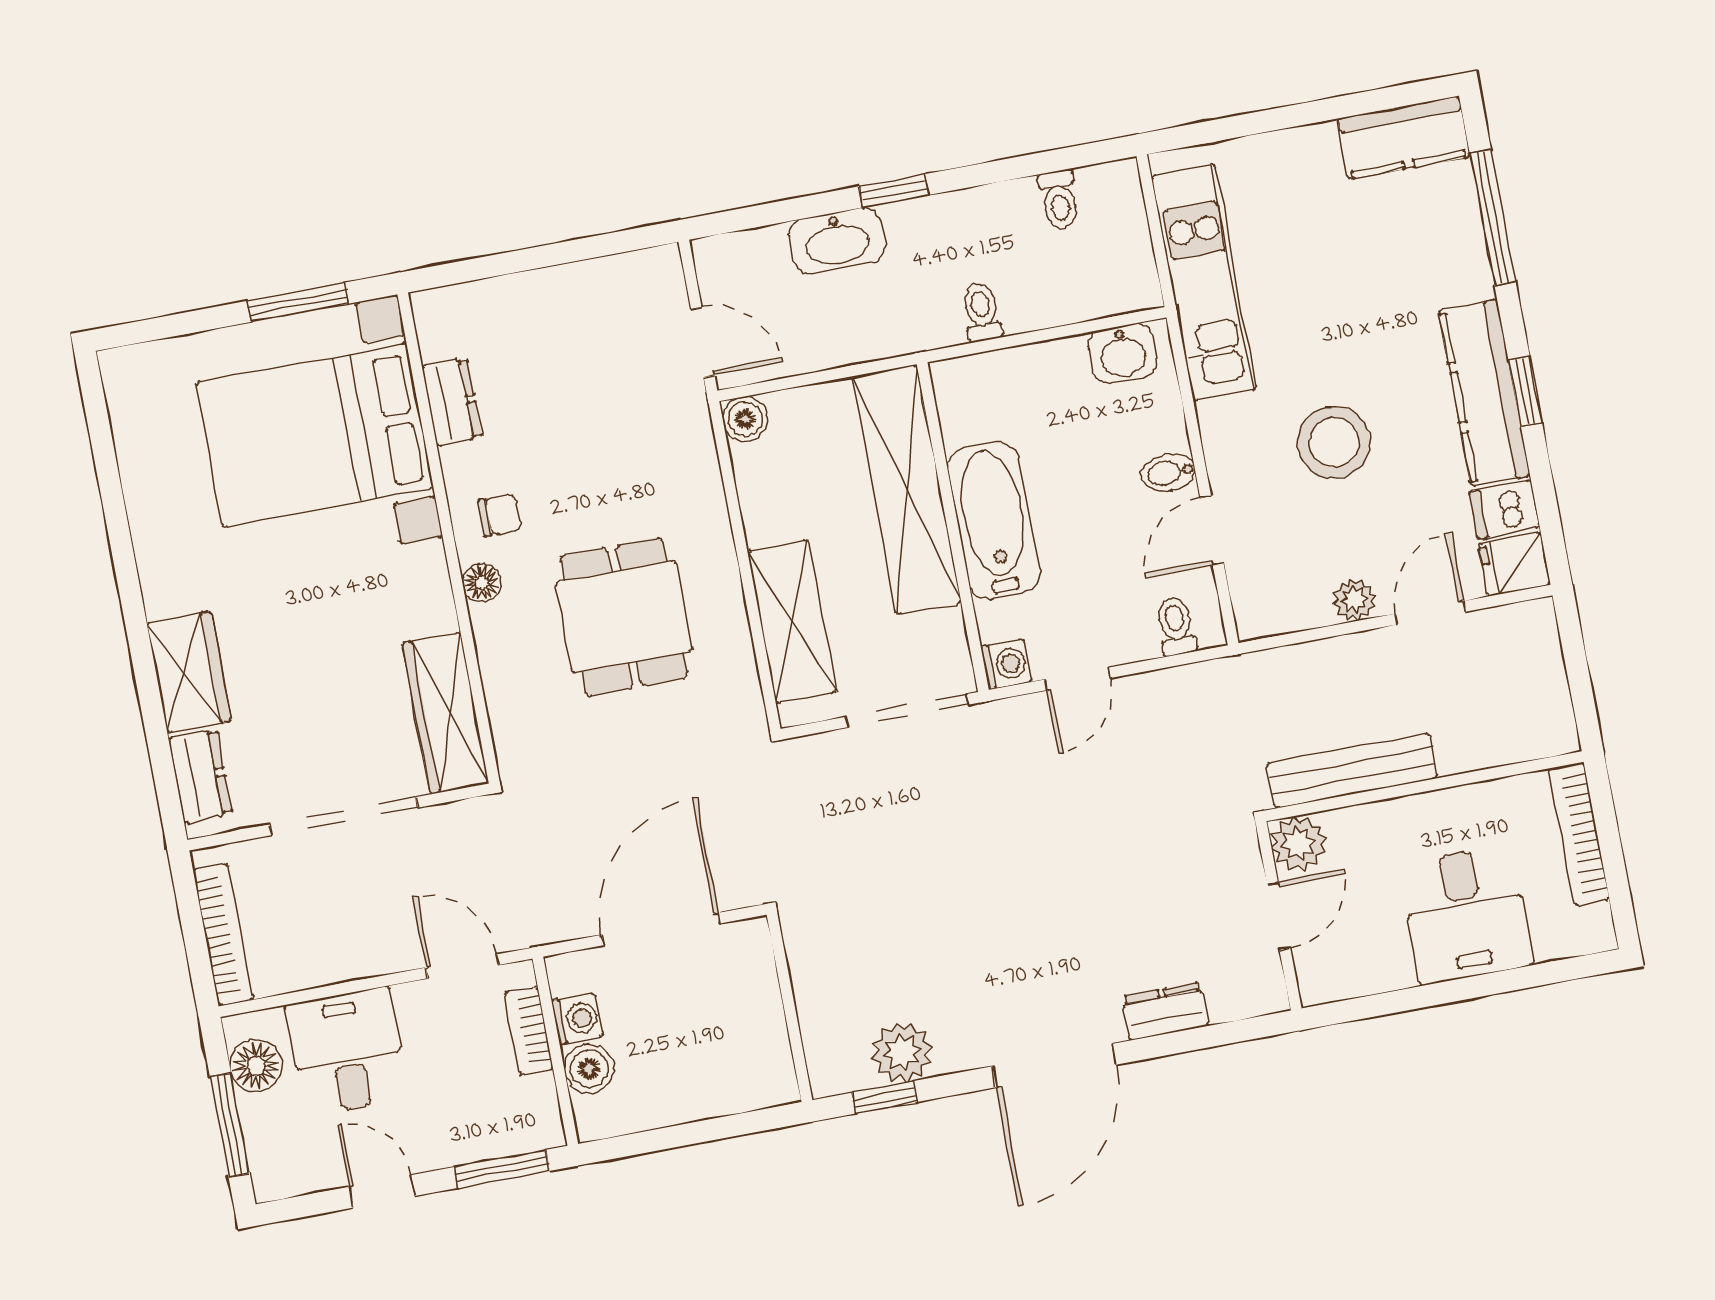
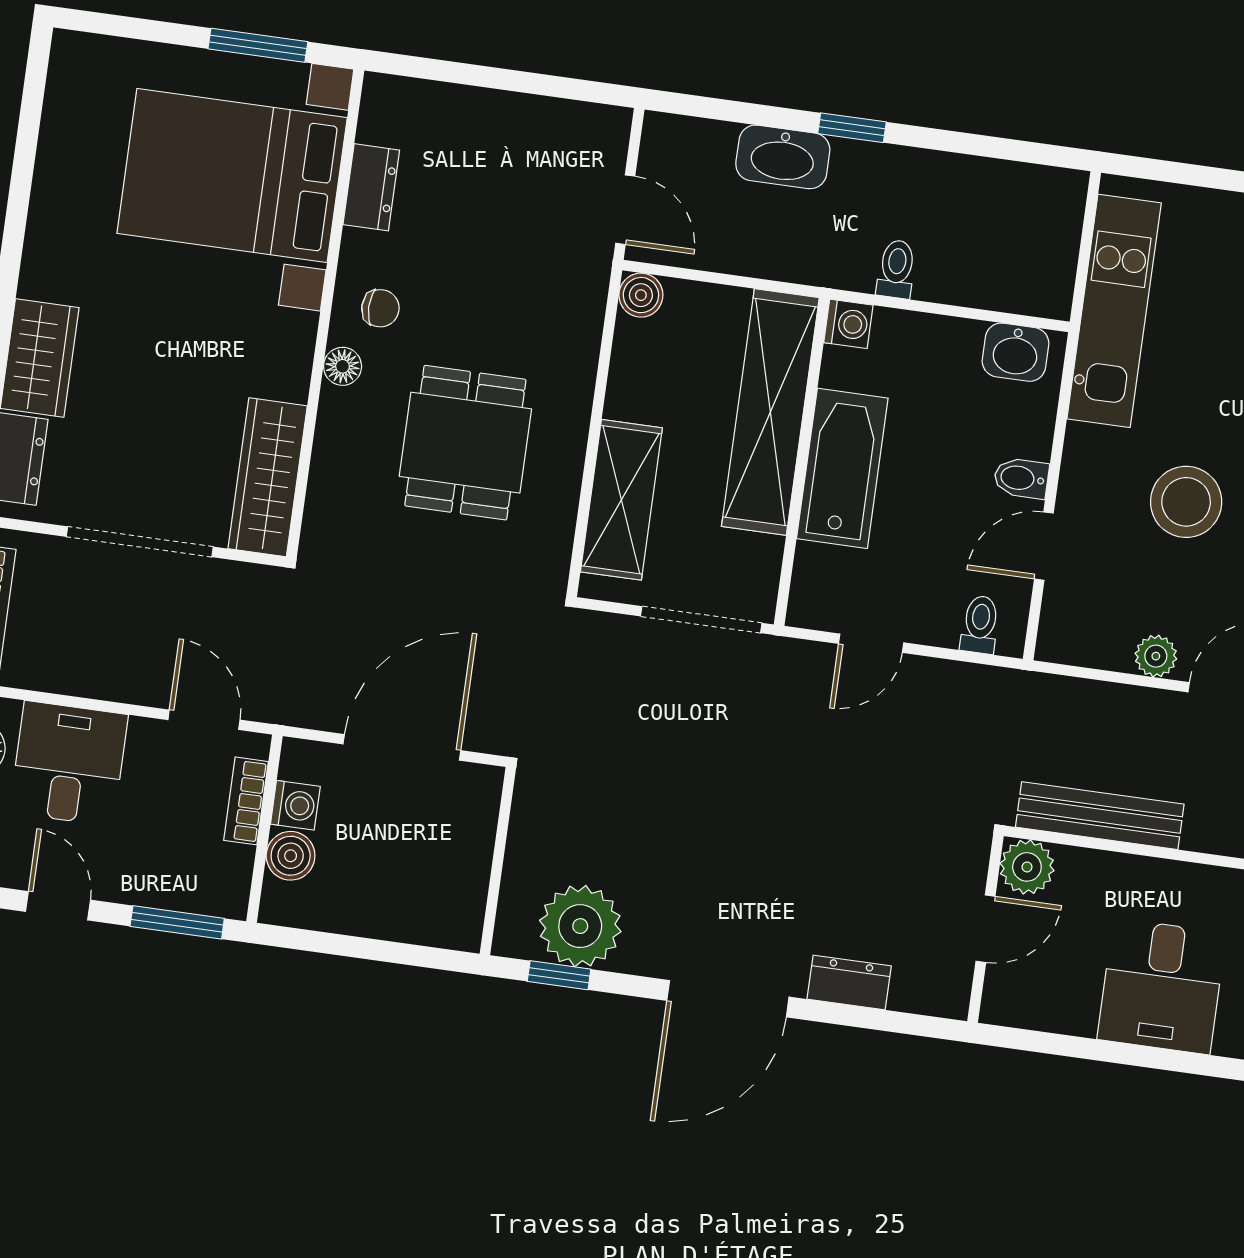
toilet: (1059, 200) -> (1004, 188), removed
washing machine: (1006, 664) -> (848, 324), moved
plant: (902, 1052) -> (580, 926), width x1.36, depth x1.36

